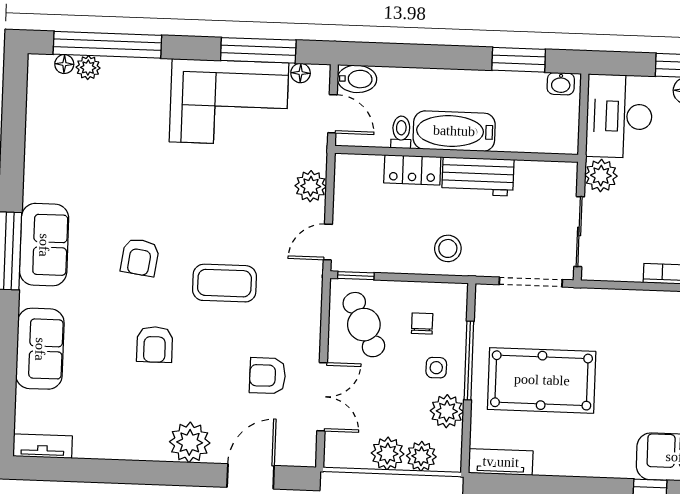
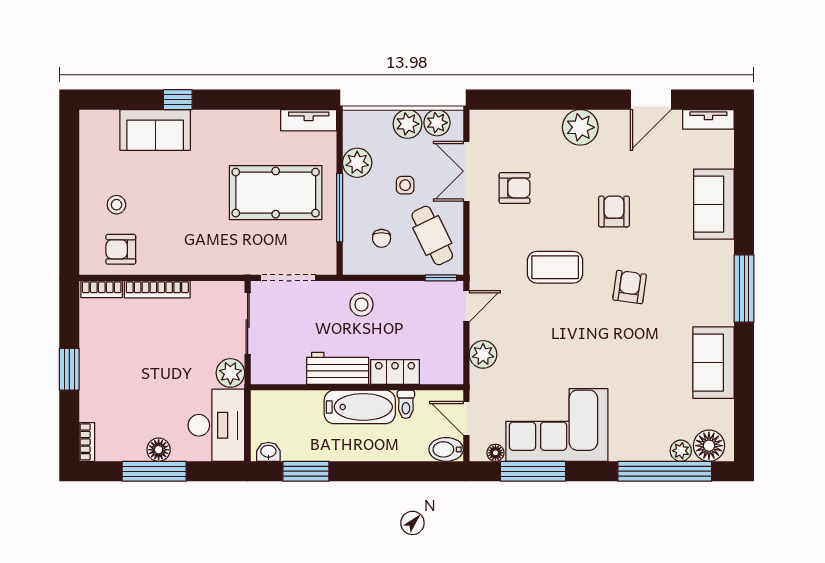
floor lamp: (64, 64) -> (709, 446), width x1.89, depth x1.89
sofa: (44, 245) -> (713, 363), moved
side table: (436, 368) -> (405, 185), moved
plant: (421, 456) -> (437, 123), moved
door: (251, 476) -> (651, 100), moved

